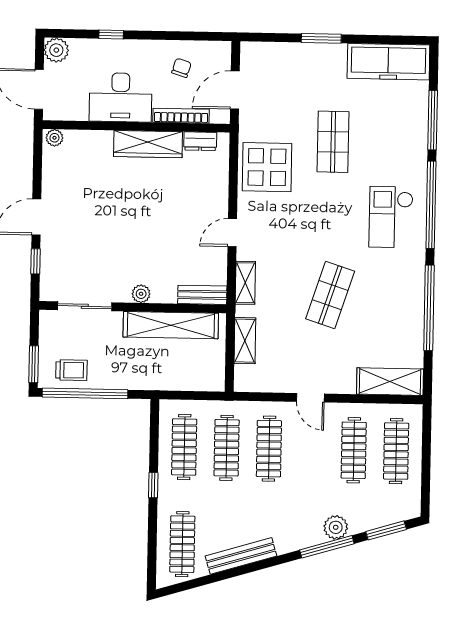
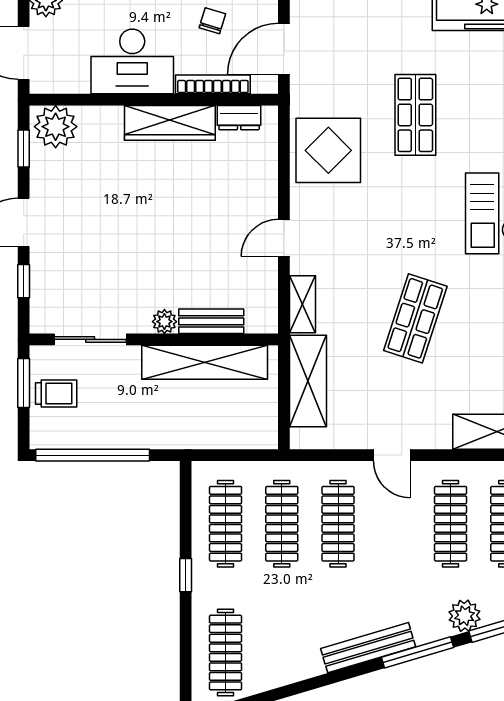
plant: (54, 138) -> (56, 127), width x1.88, depth x1.88
window: (38, 161) -> (24, 149), added
bench: (202, 295) -> (211, 321), moved
shelving: (245, 341) -> (308, 381), width x1.50, depth x1.33
window: (34, 364) -> (24, 383), moved
trolley: (71, 370) -> (56, 394), moved
plant: (336, 527) -> (464, 616), moved
bench: (241, 556) -> (368, 648), moved

